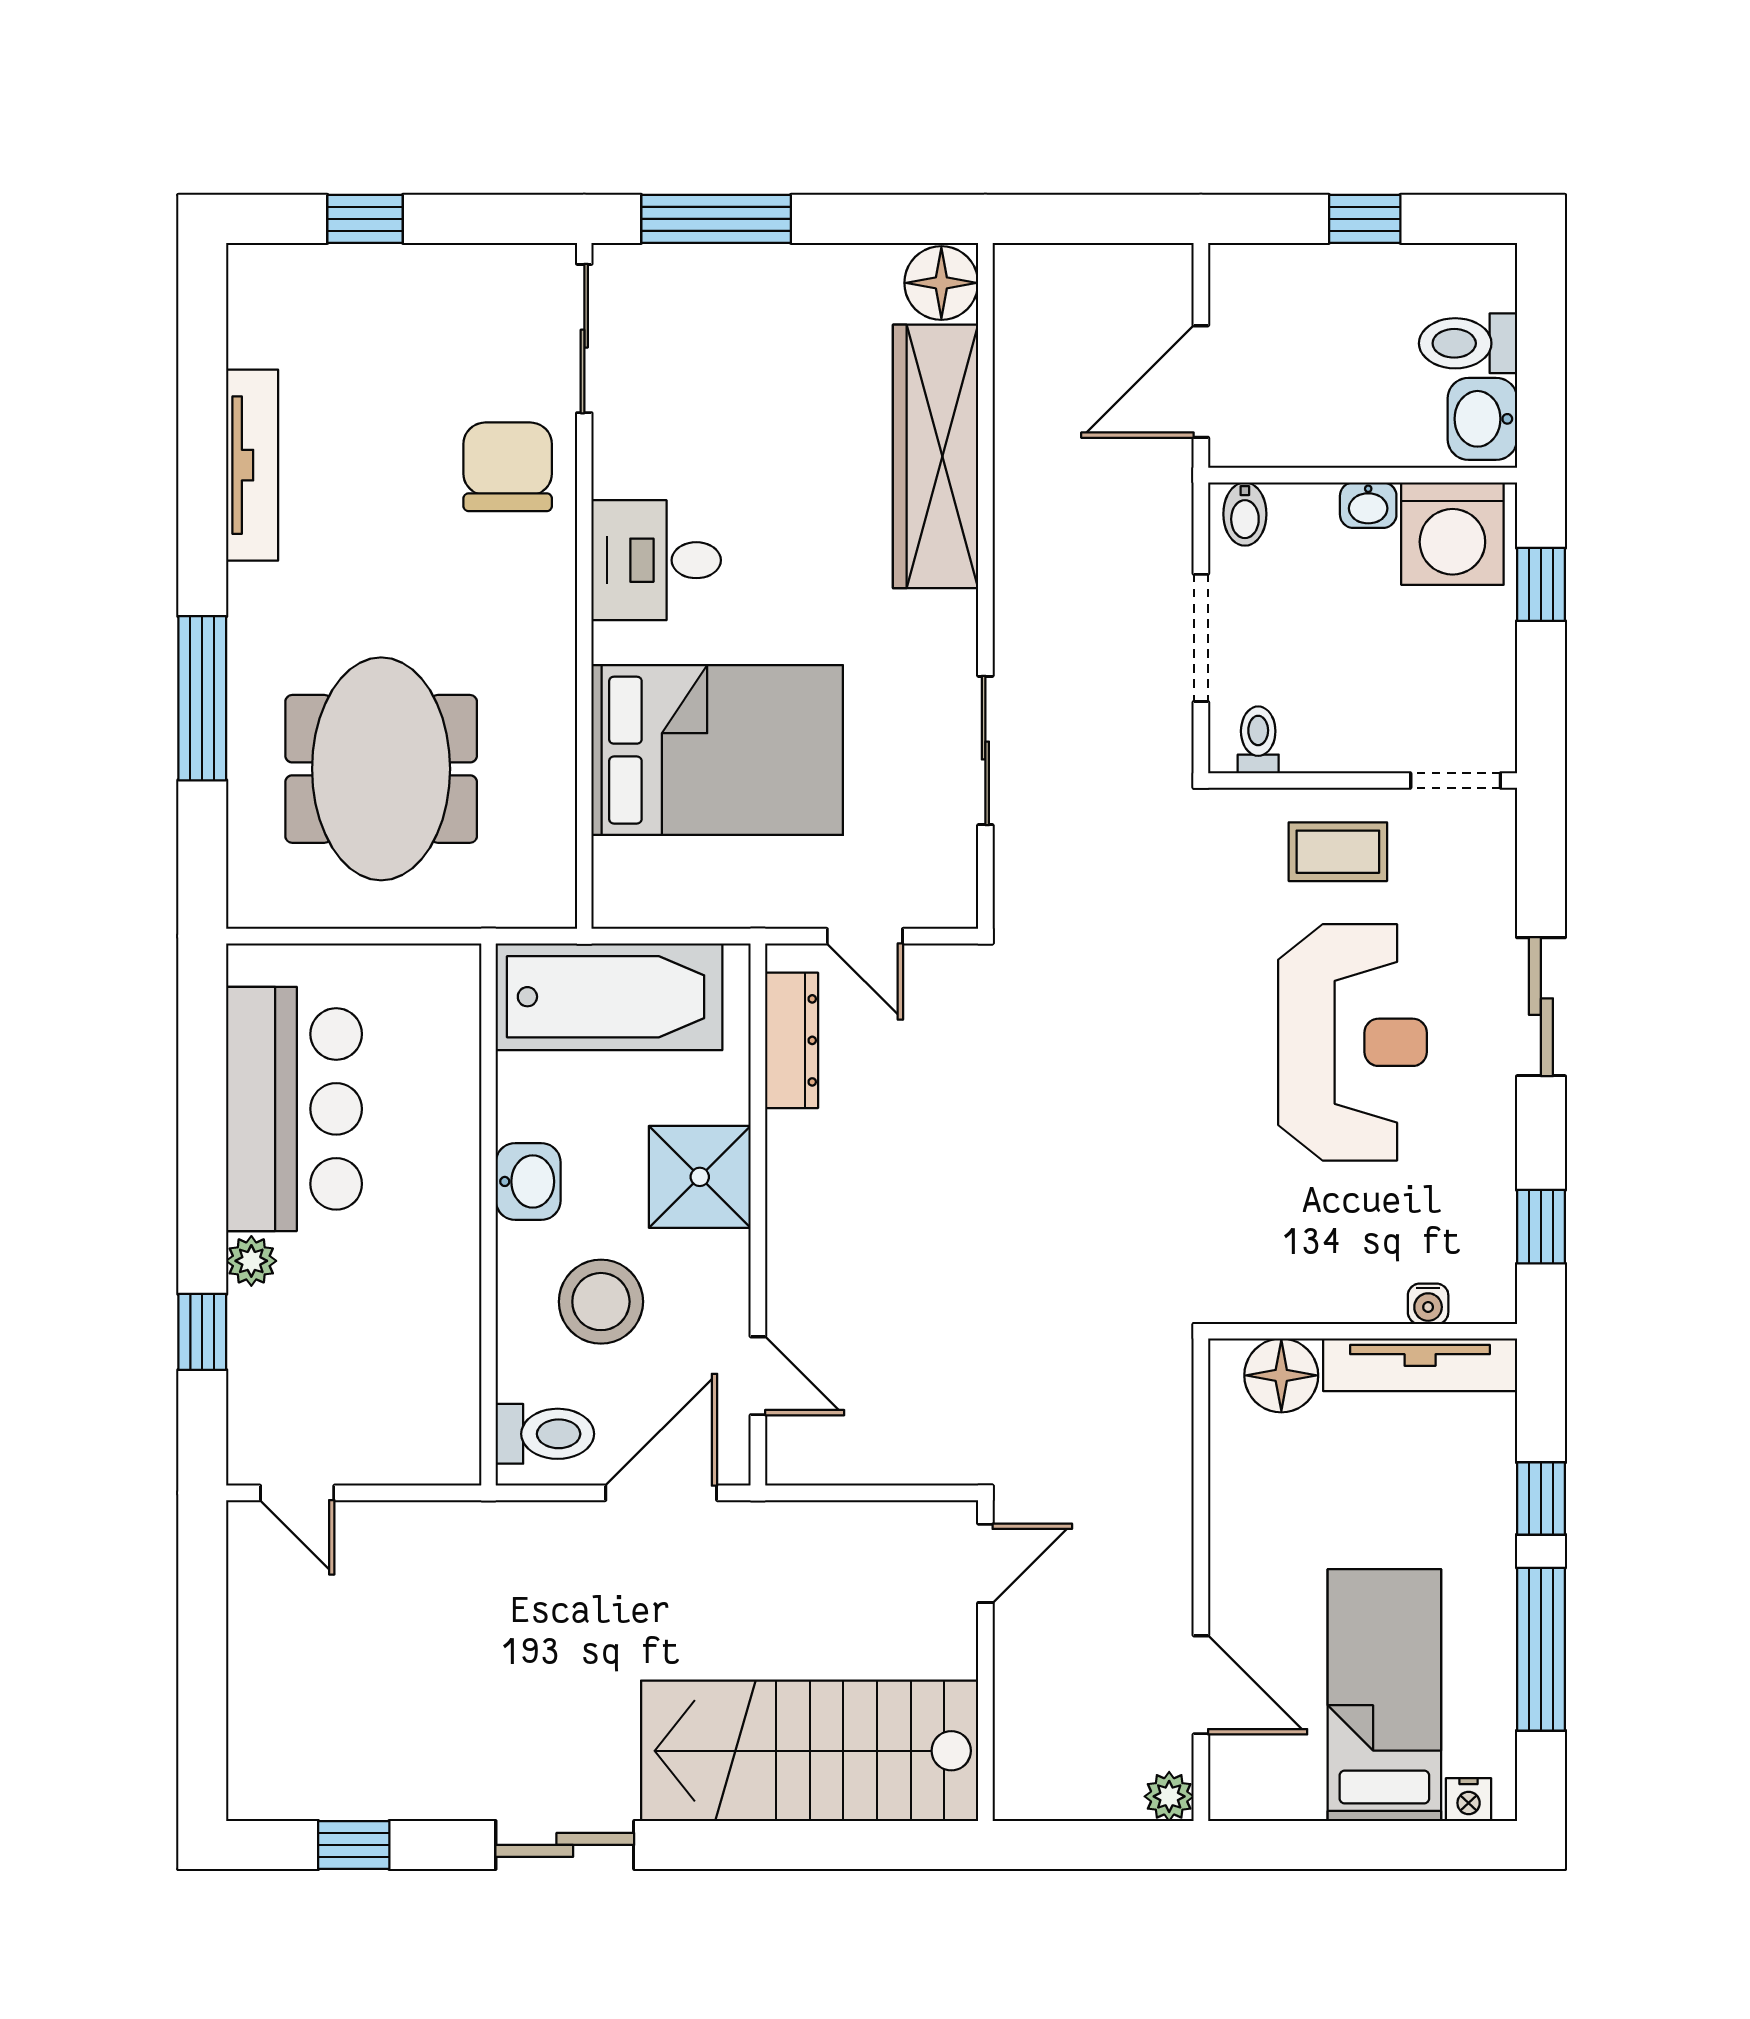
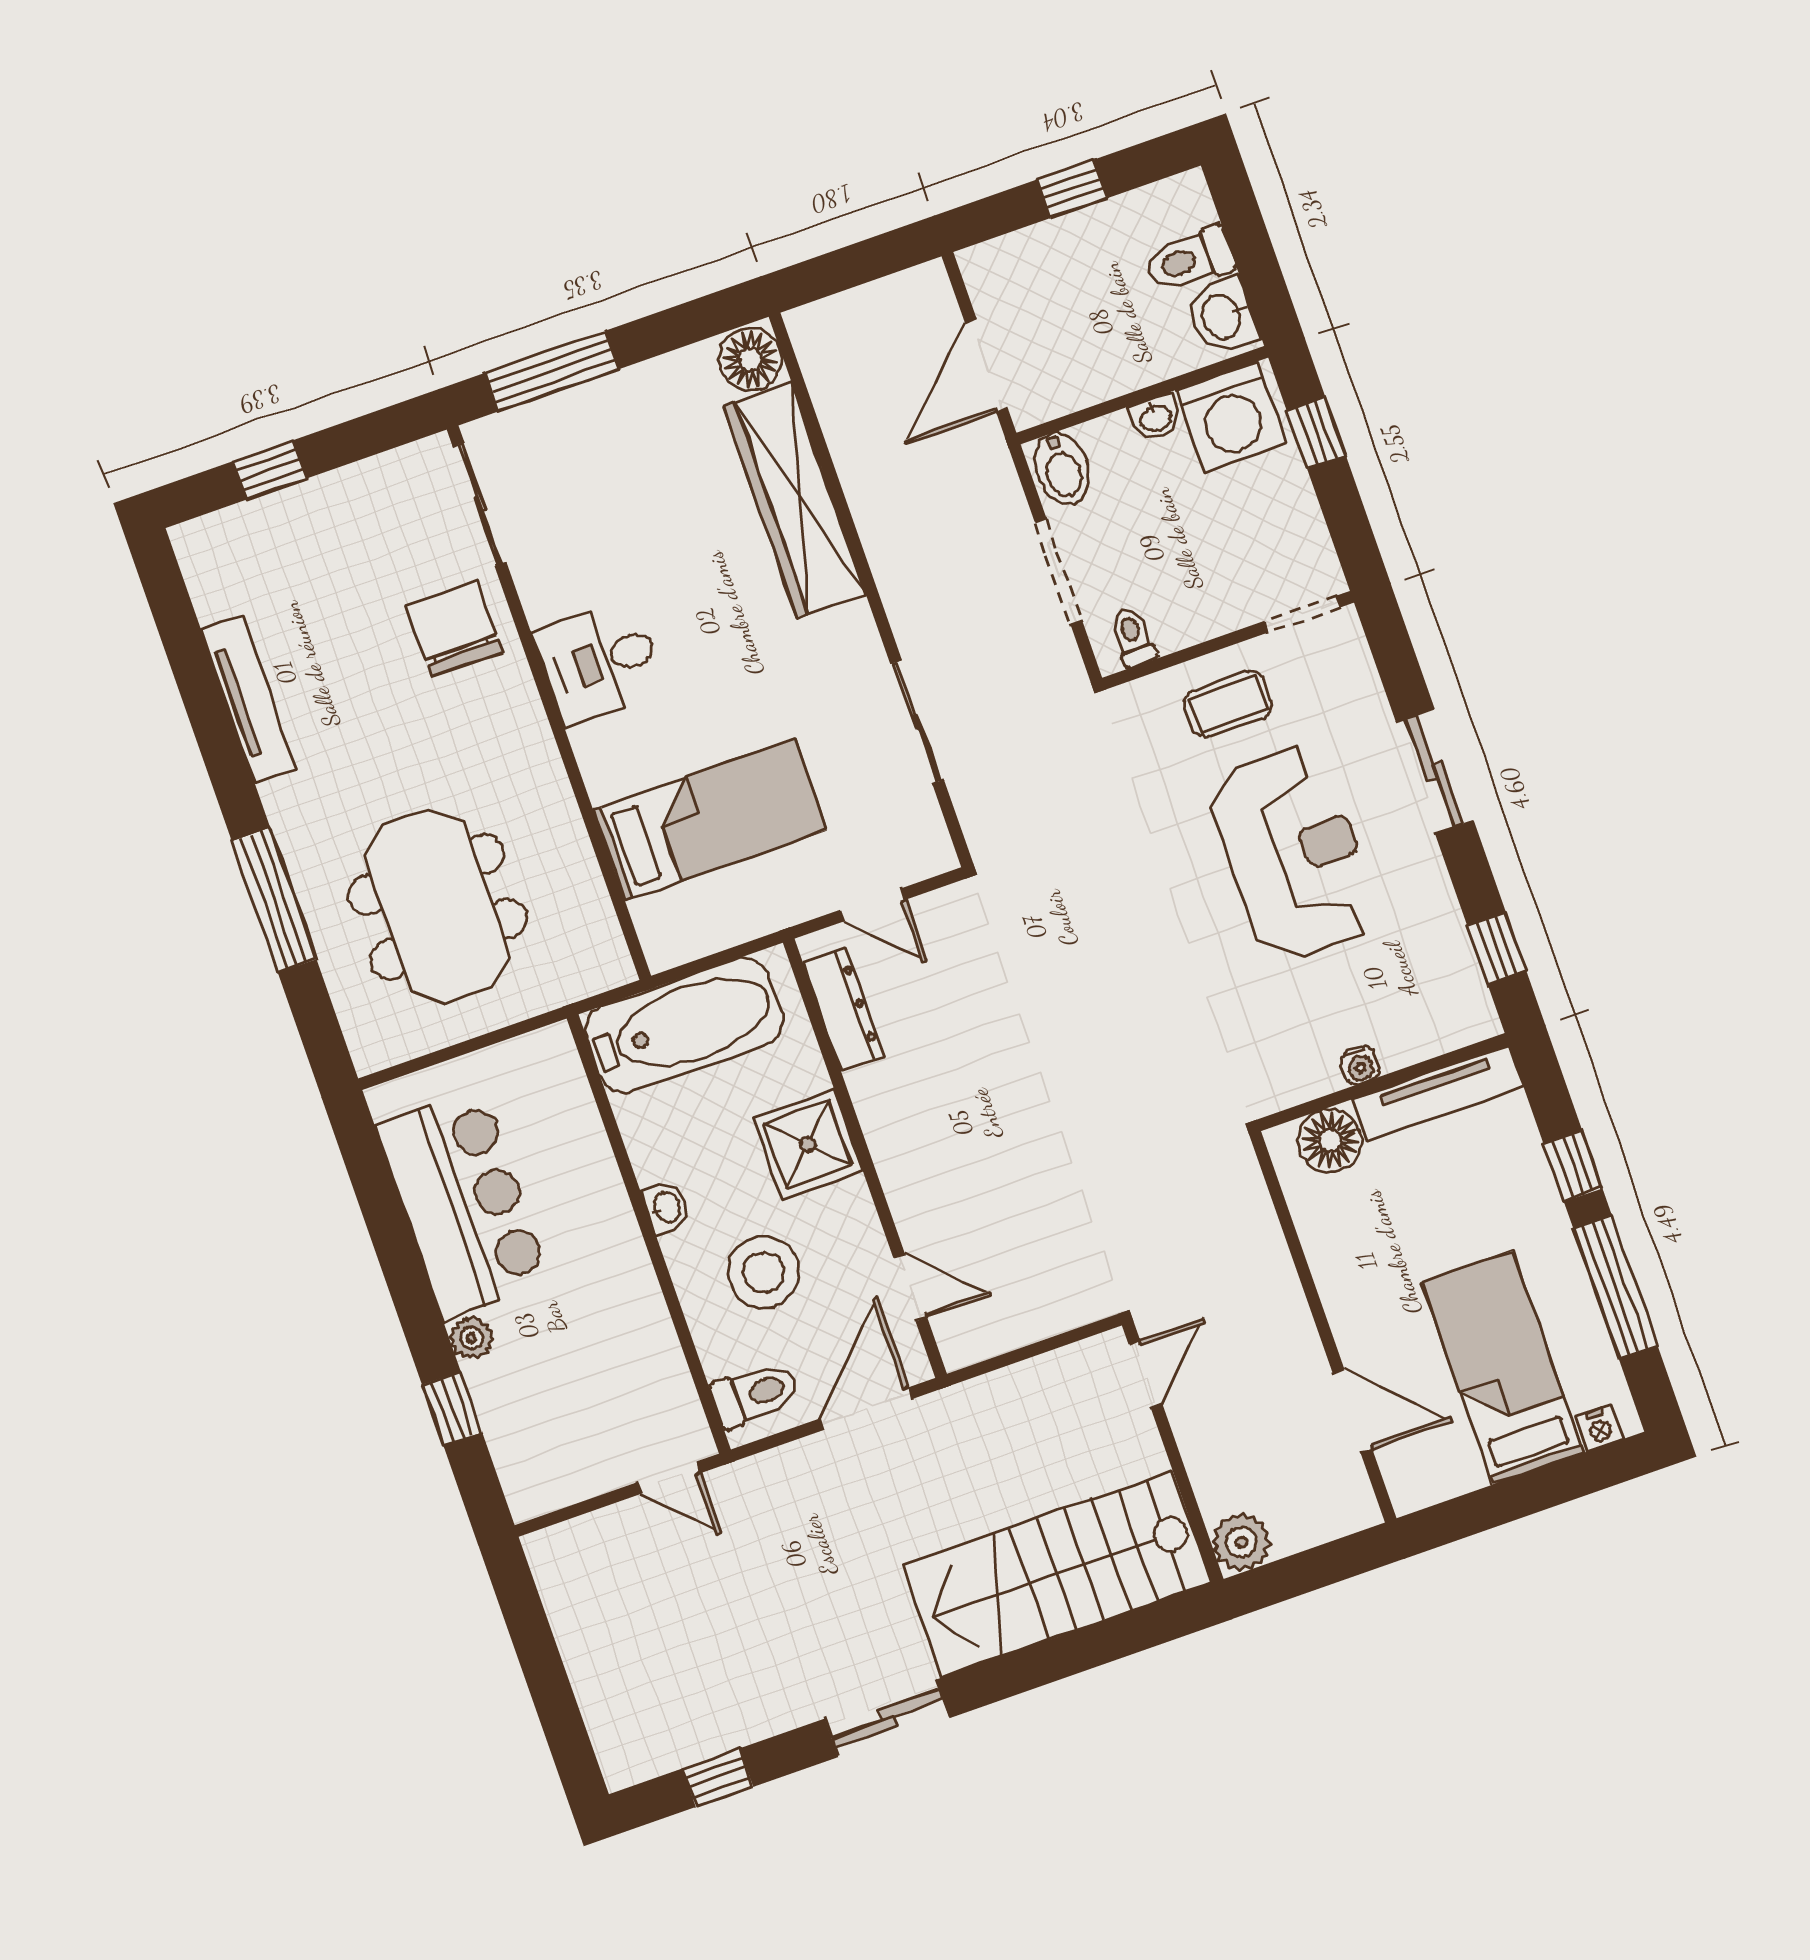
bidet: (1245, 514) -> (1062, 469), width x1.38, depth x1.36
bed: (717, 750) -> (710, 820), width x0.67
washbasin: (528, 1181) -> (666, 1208), width x0.72, depth x0.69
water cooler: (1428, 1304) -> (1360, 1065), moved
door: (297, 1493) -> (669, 1478), moved
plant: (1169, 1796) -> (1241, 1542), moved, width x1.38, depth x1.38

